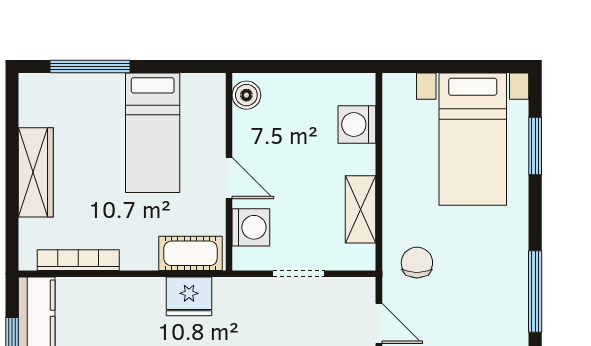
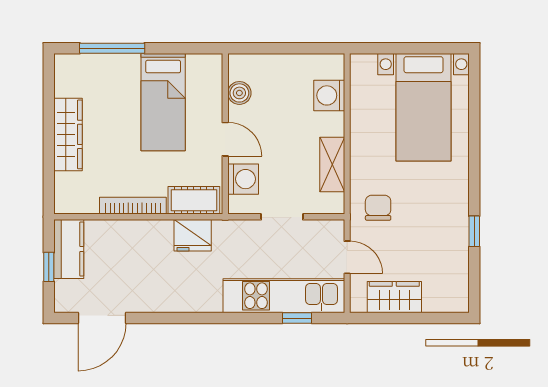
boiler: (246, 95) -> (239, 93), moved
window: (535, 146) -> (474, 113), removed
bookcase: (78, 260) -> (133, 206), moved
window: (535, 291) -> (474, 231), width x0.46

